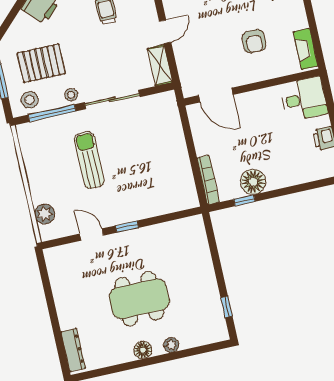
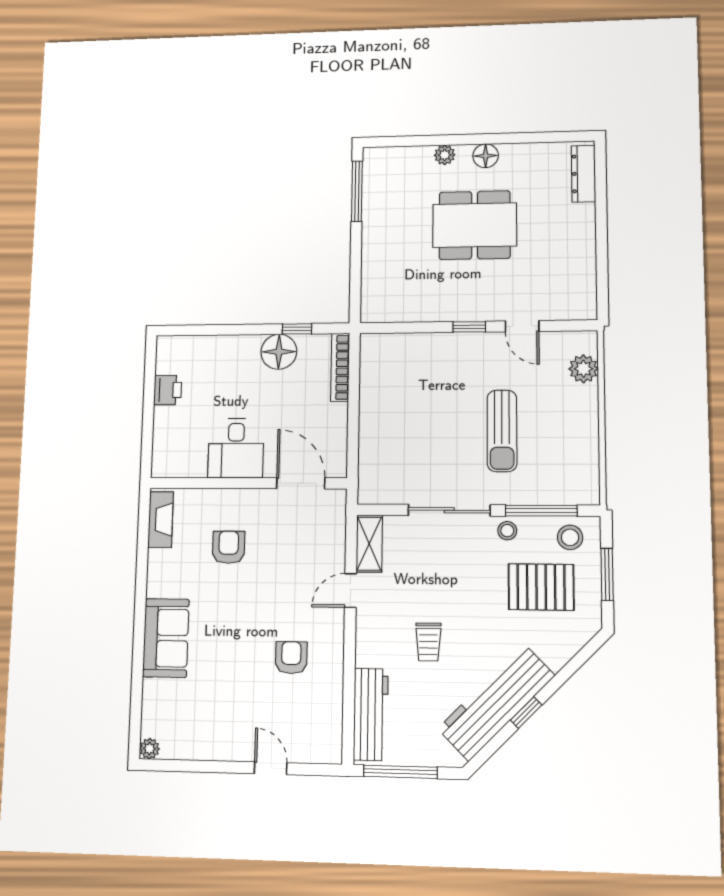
desk: (304, 99) -> (236, 448), moved, turned -90
window: (227, 307) -> (357, 191), width x2.17

